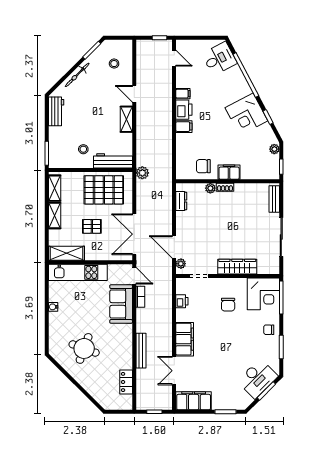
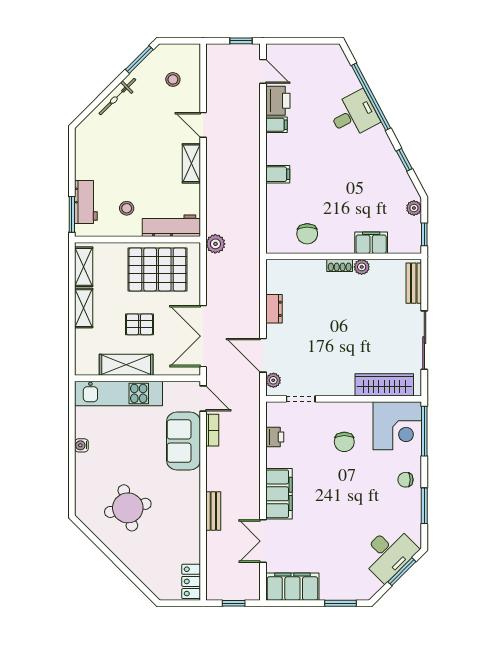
desk: (219, 59) -> (354, 115), moved
printer: (184, 110) -> (278, 101), moved
workbench: (56, 111) -> (86, 202), moved
corner desk: (246, 114) -> (372, 156), removed
chair: (203, 166) -> (307, 234), turned -90
filing cabinet: (229, 172) -> (371, 243), moved
plant: (210, 188) -> (362, 267), moved
dresser: (181, 201) -> (274, 309), moved
shelving: (66, 253) -> (126, 365), moved
wardrobe: (237, 267) -> (384, 385), moved
round table: (84, 348) -> (128, 508), turned -33
bench: (141, 351) -> (213, 511), width x0.73
locker: (126, 382) -> (191, 581), moved

